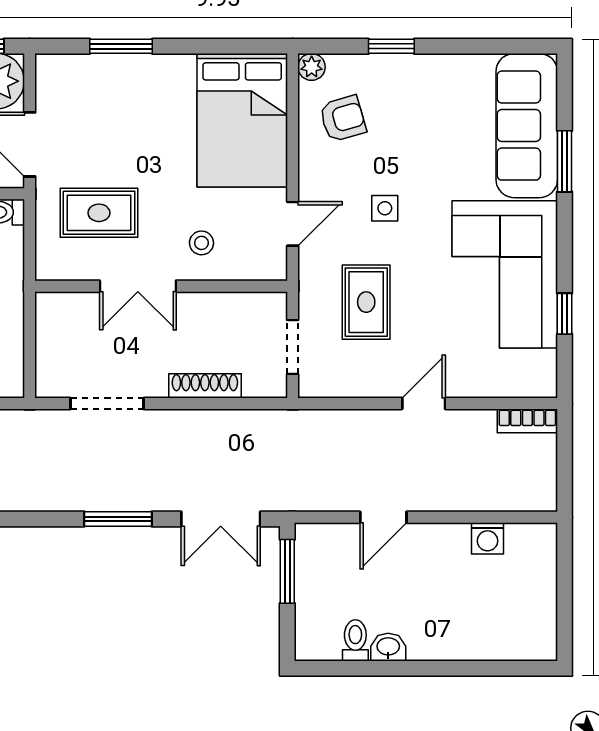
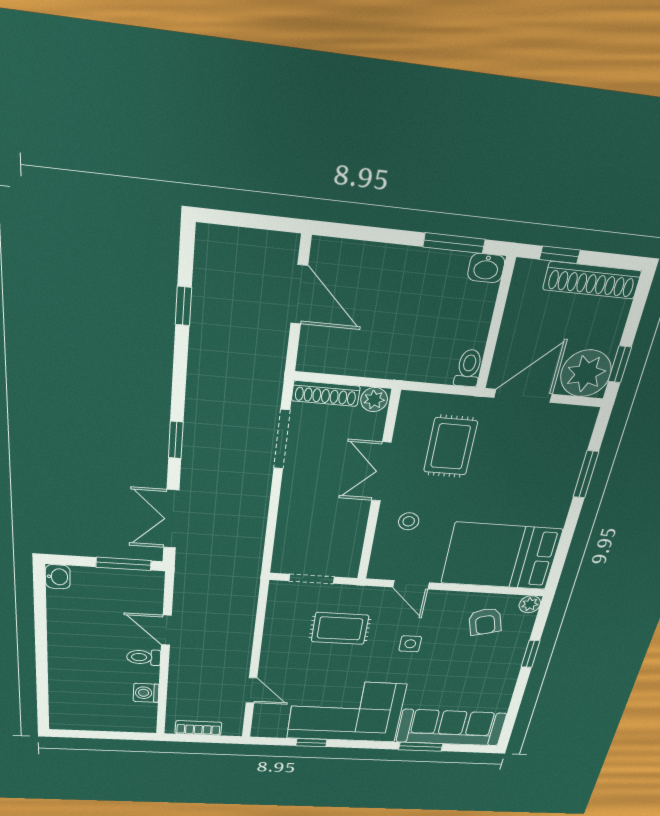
plant: (49, 309) -> (374, 400), added
shoe rack: (205, 386) -> (326, 394), moved, turned 90
door: (424, 403) -> (252, 690), moved
bookcase: (527, 421) -> (198, 728), moved, turned 90
window: (118, 519) -> (176, 440), width x0.67
toilet: (355, 640) -> (144, 657), moved, turned 180
washbasin: (388, 647) -> (58, 577), moved

